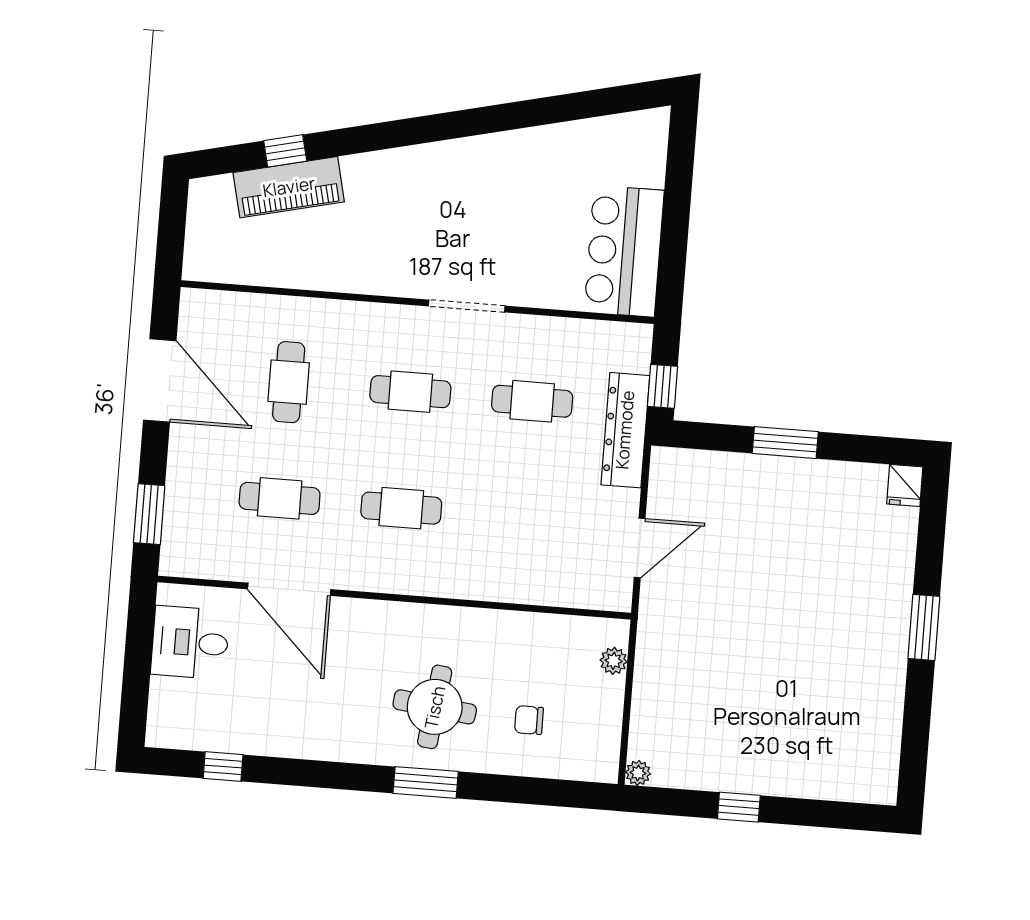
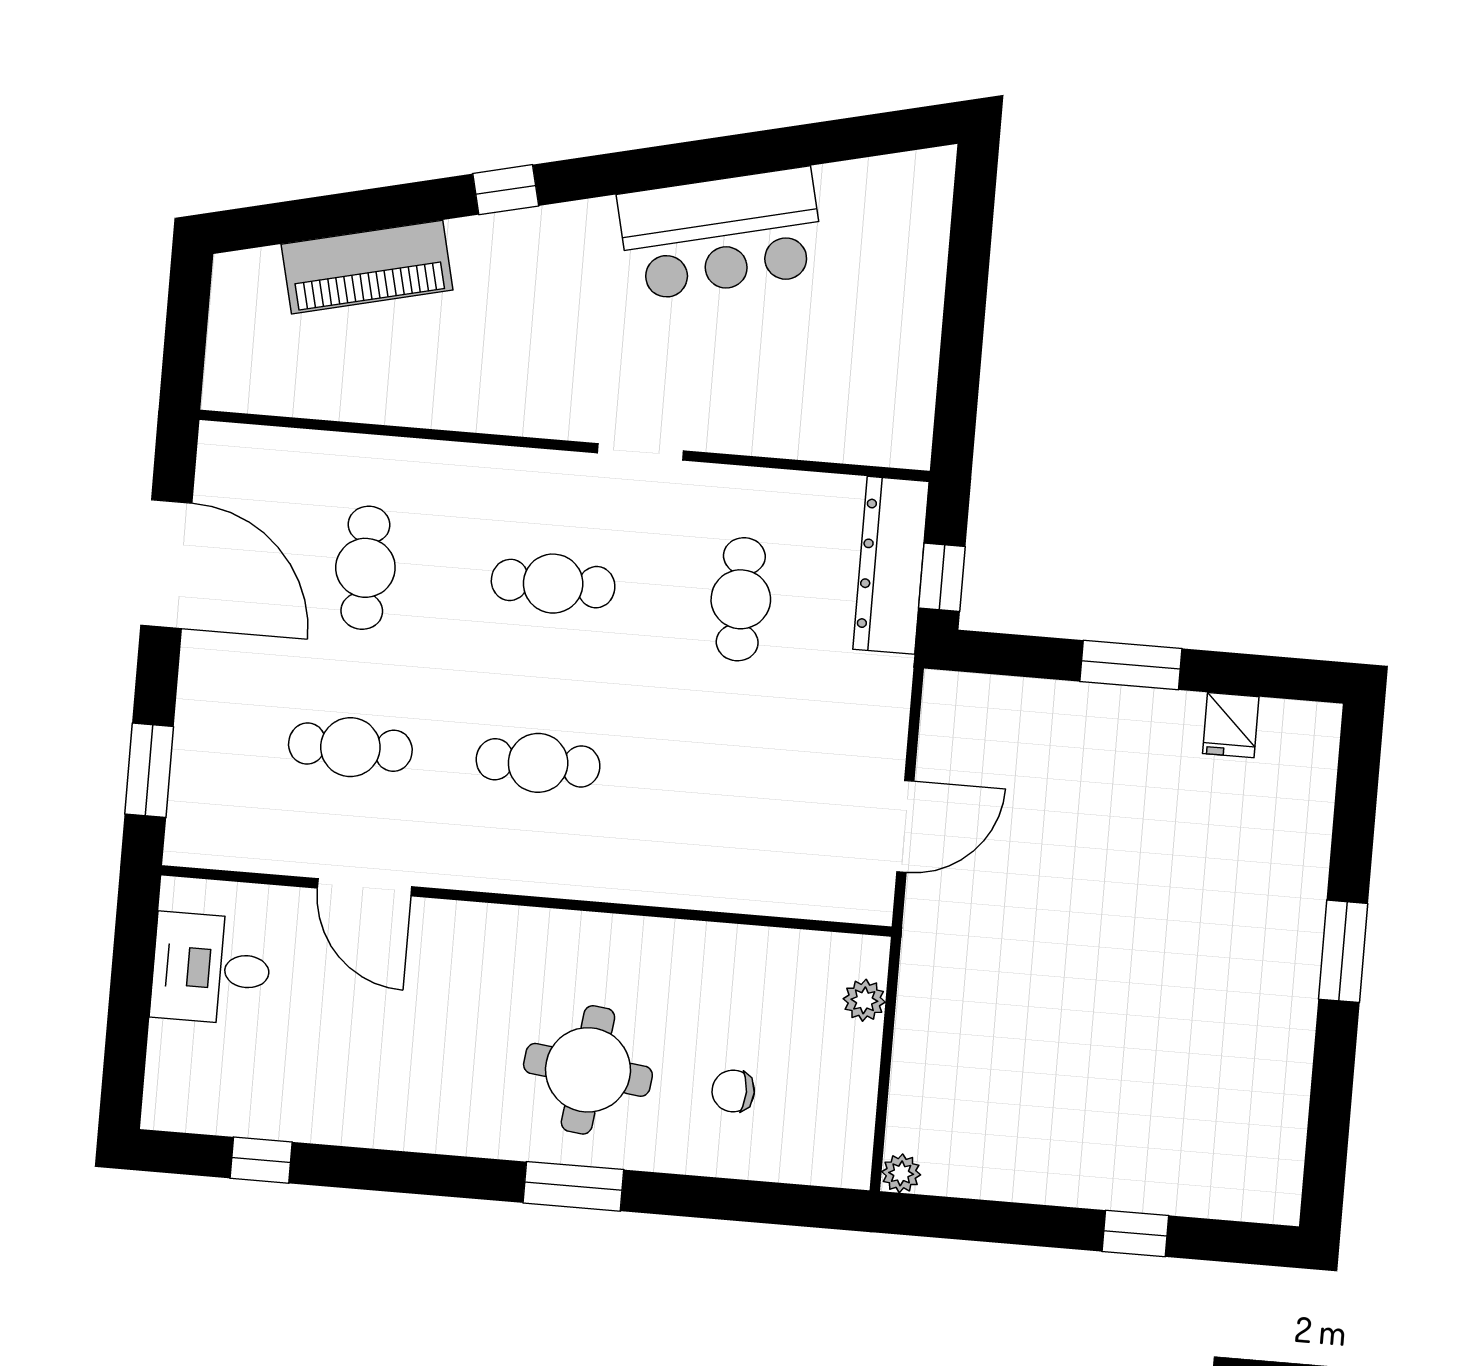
window: (285, 151) -> (506, 190), moved
bar counter: (624, 251) -> (721, 234), moved, turned -103
doorway: (467, 306) -> (640, 452), width x0.73
cafe table: (532, 401) -> (741, 599), turned 90
dresser: (625, 430) -> (891, 565), moved
fridge: (905, 485) -> (1231, 725), moved
door: (289, 589) -> (364, 887), width x0.73
window: (739, 807) -> (1135, 1234), moved

